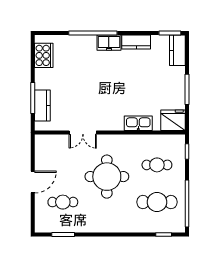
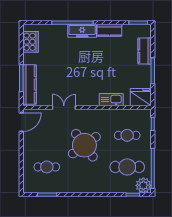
freezer: (109, 43) -> (82, 31), width x1.40
kitchen counter: (177, 50) -> (145, 51), moved
kitchen counter: (42, 105) -> (29, 85), width x1.50
double door: (83, 132) -> (64, 108), swing flipped
round table: (107, 177) -> (84, 145), turned -36
door: (33, 182) -> (21, 122), moved
plant: (176, 223) -> (143, 185), added

